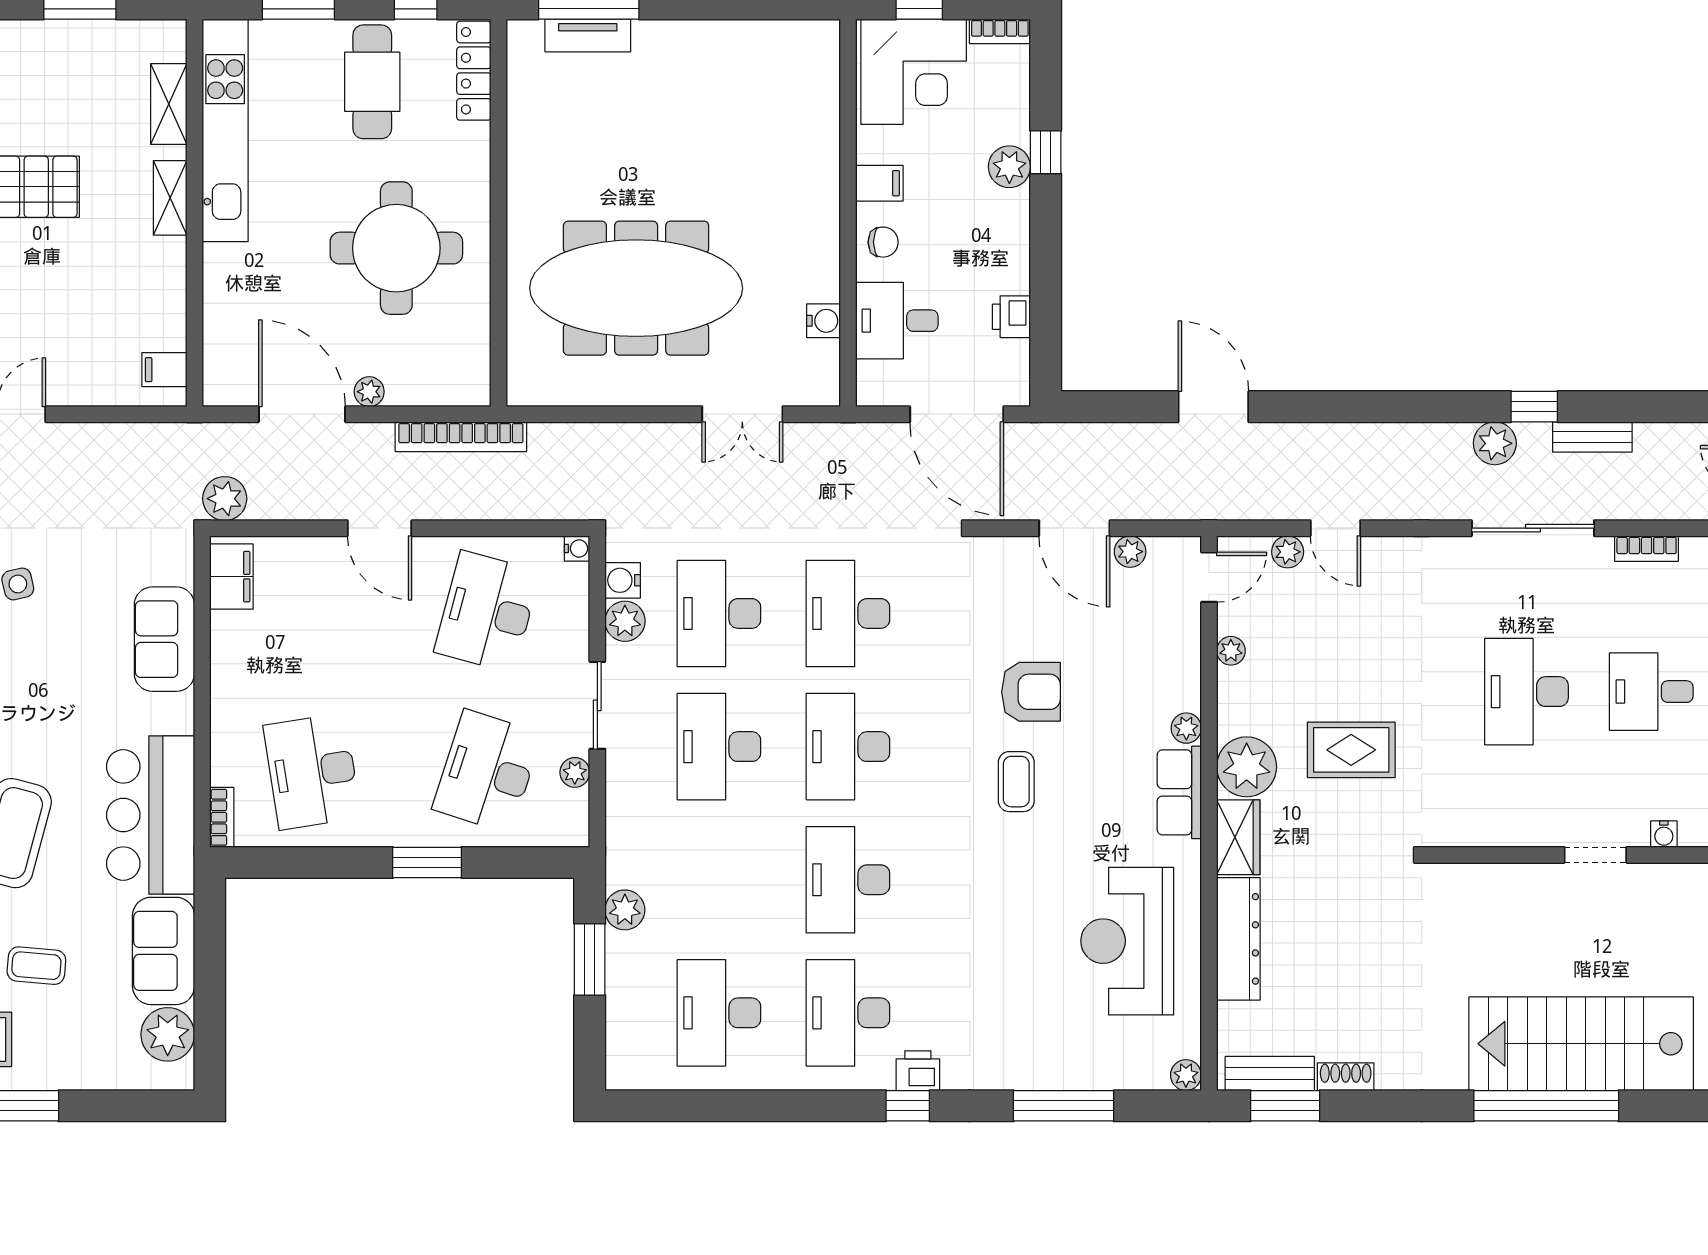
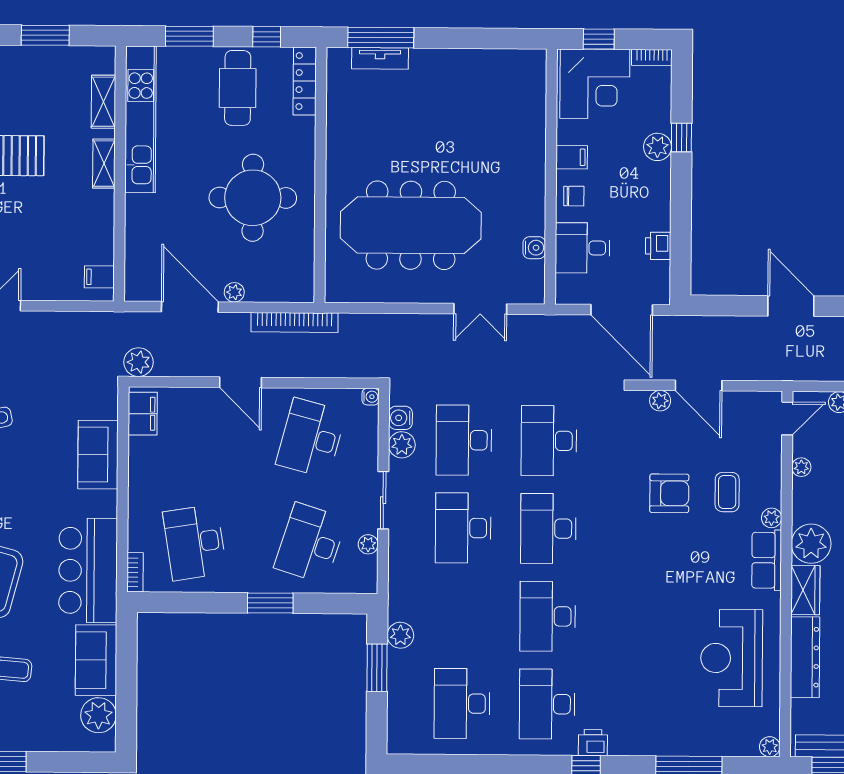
plant: (1130, 552) -> (660, 401), moved
coffee table: (1016, 782) -> (727, 492), moved

